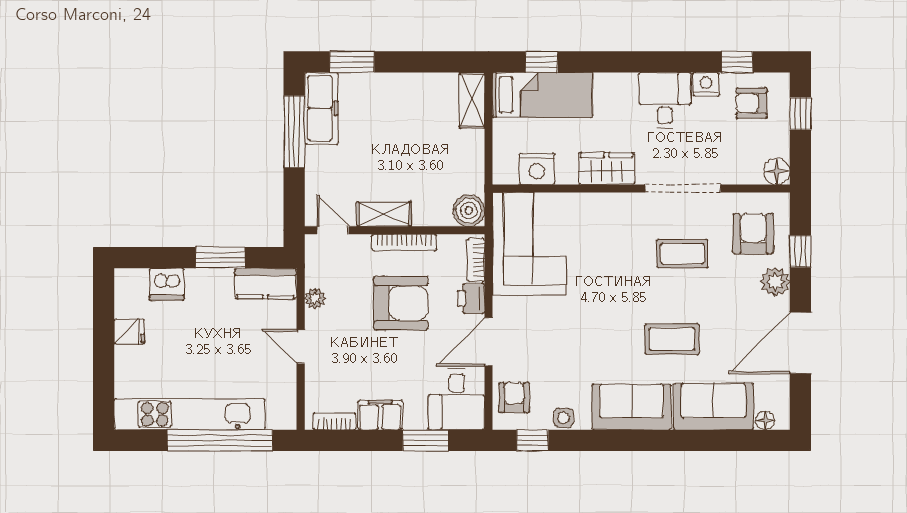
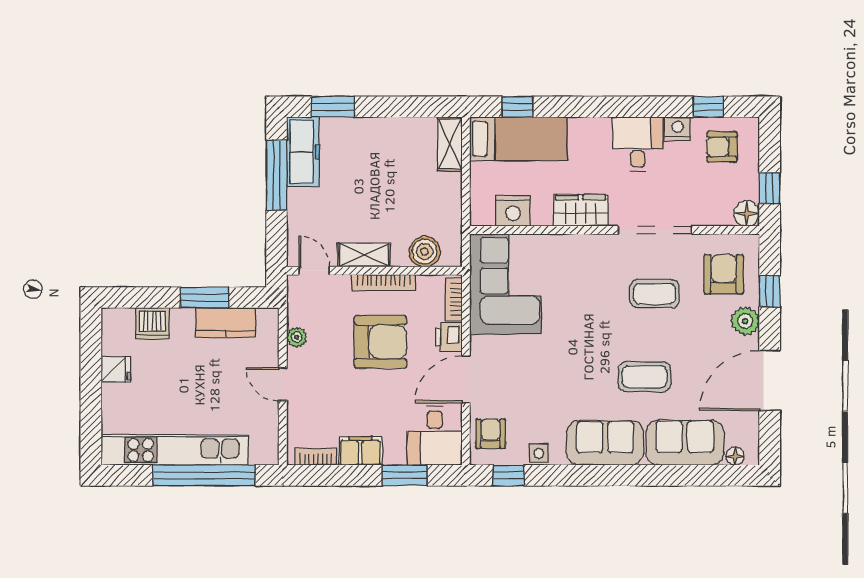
window: (800, 114) -> (770, 188), moved
boiler: (469, 211) -> (425, 252), moved
kitchen counter: (265, 283) -> (225, 323), moved

